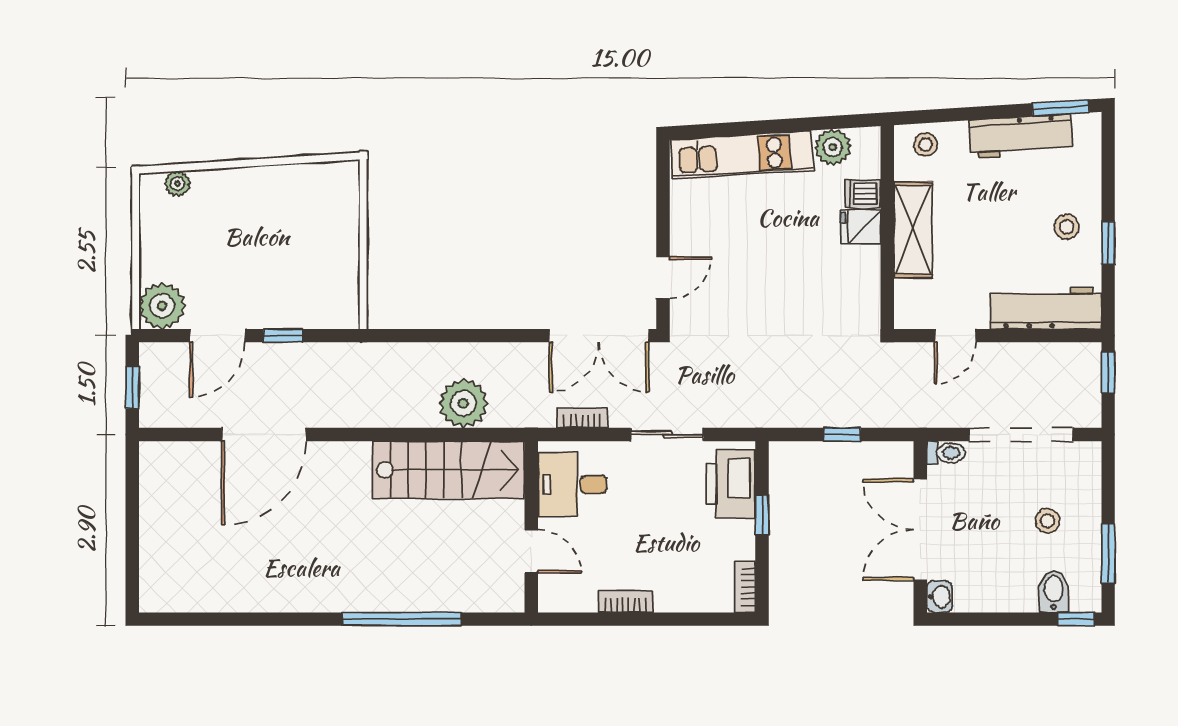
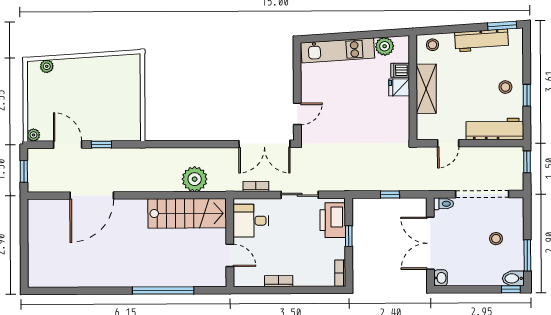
plant: (162, 306) -> (33, 135), width x0.53, depth x0.53
door: (217, 336) -> (68, 145), swing flipped
bidet: (1054, 592) -> (513, 278), moved, turned -90

